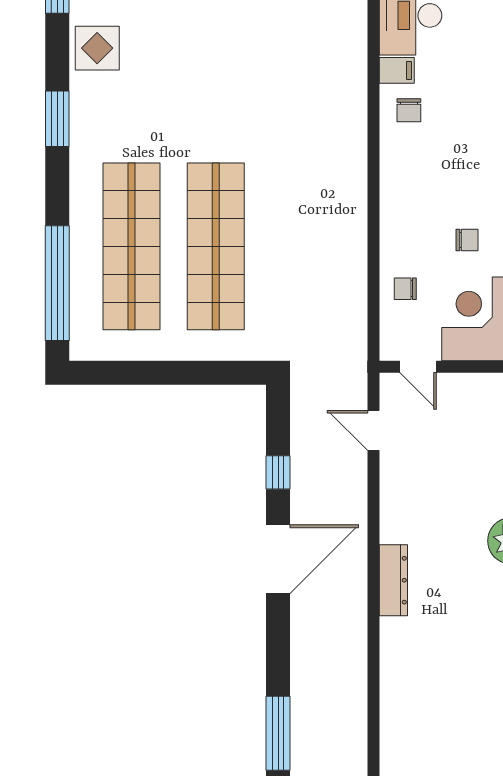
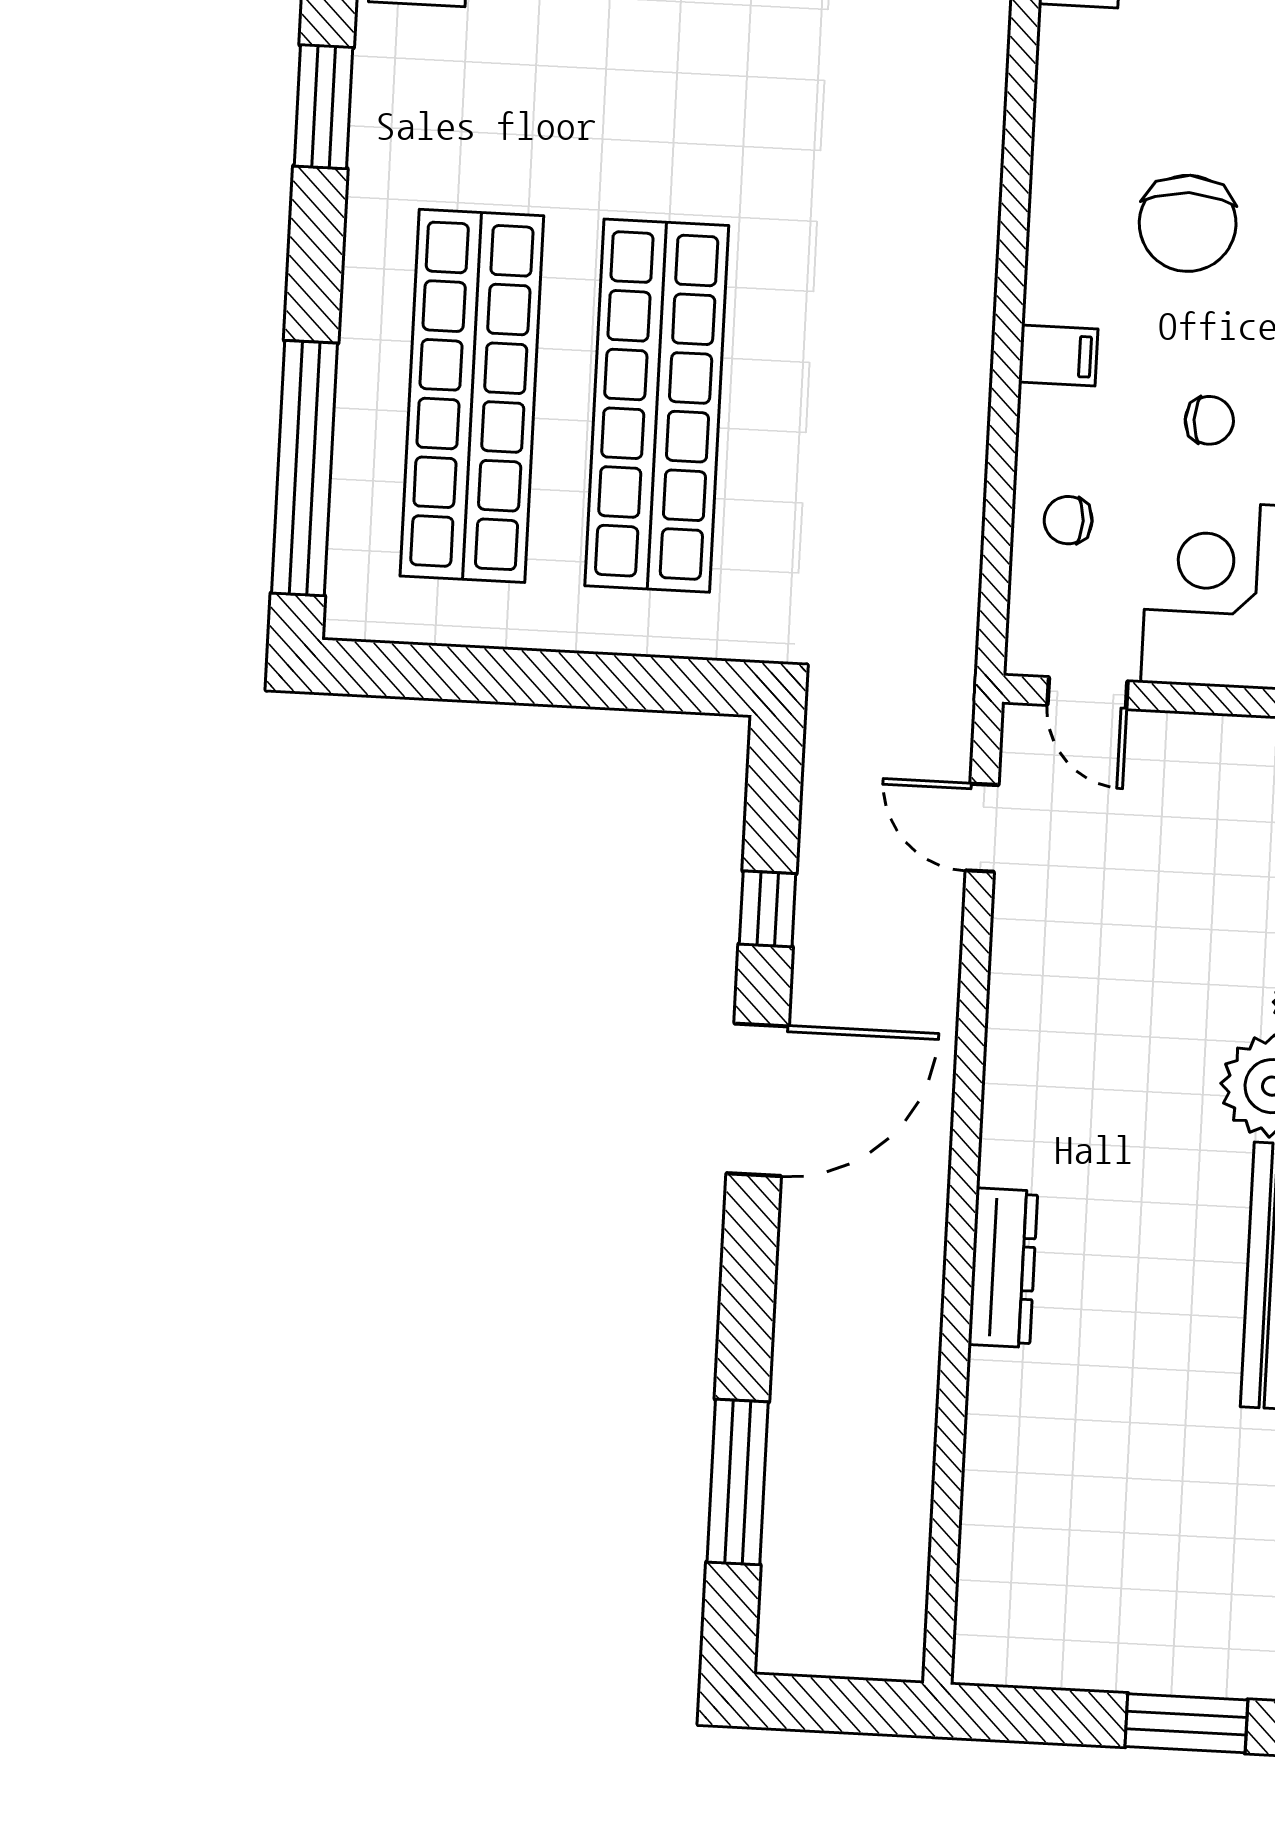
filing cabinet: (397, 70) -> (1058, 355), moved
chair: (409, 110) -> (1188, 223), moved, width x1.87, depth x1.87
dresser: (393, 580) -> (1003, 1268), moved

